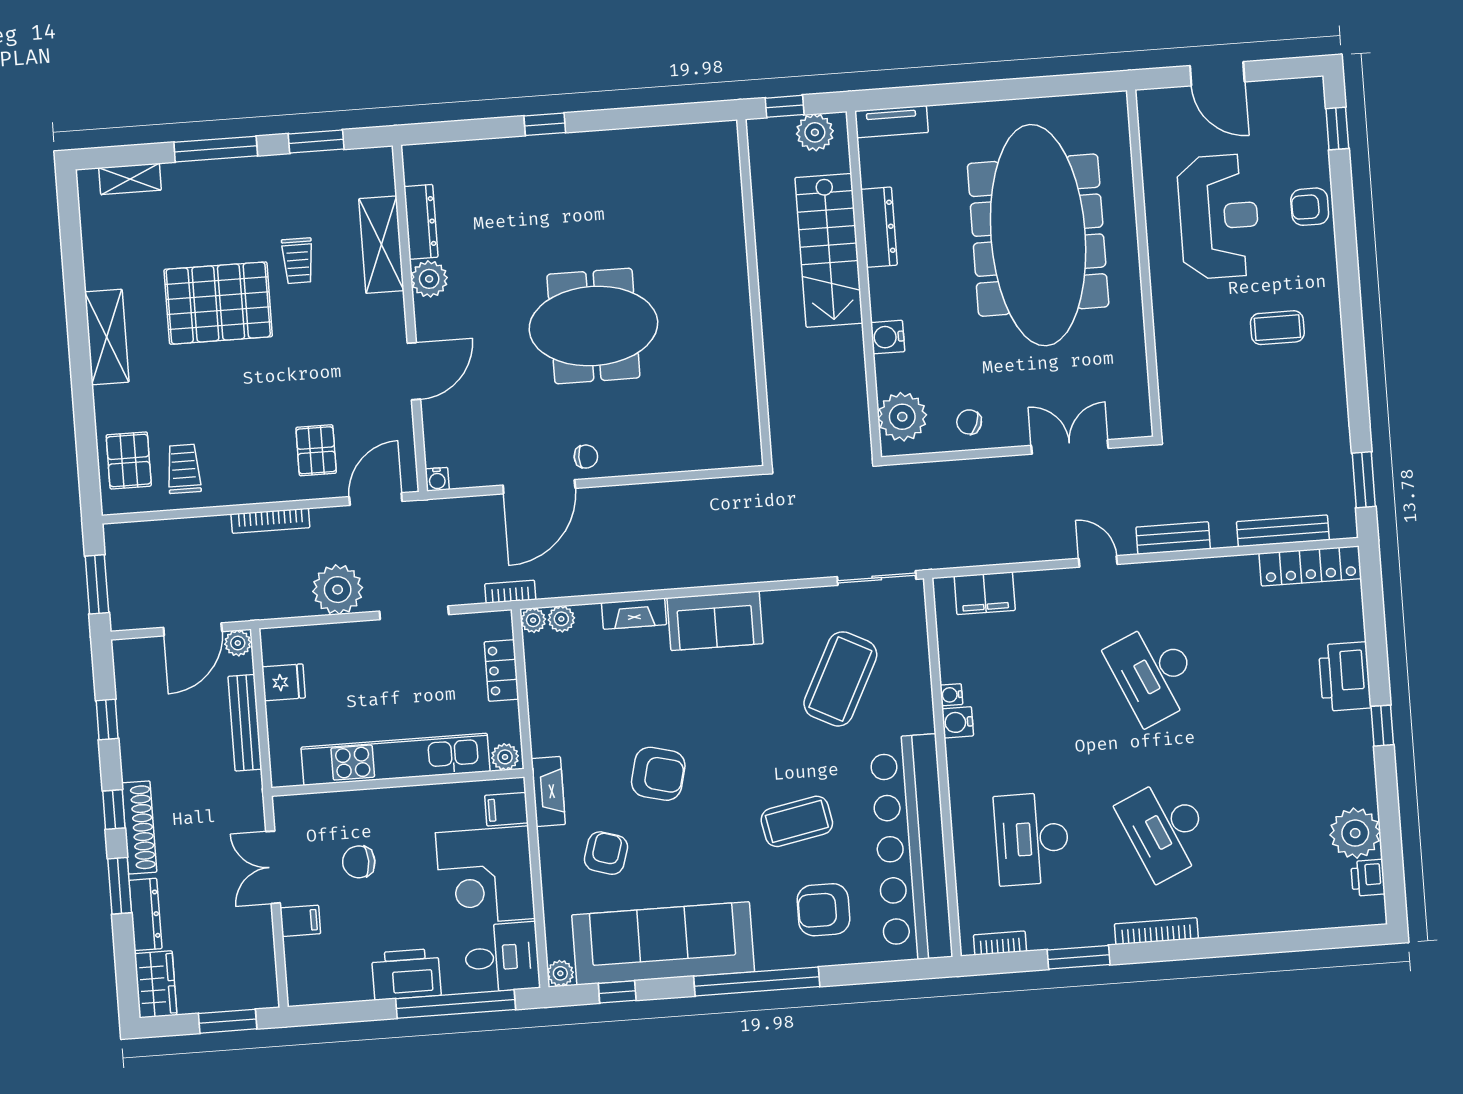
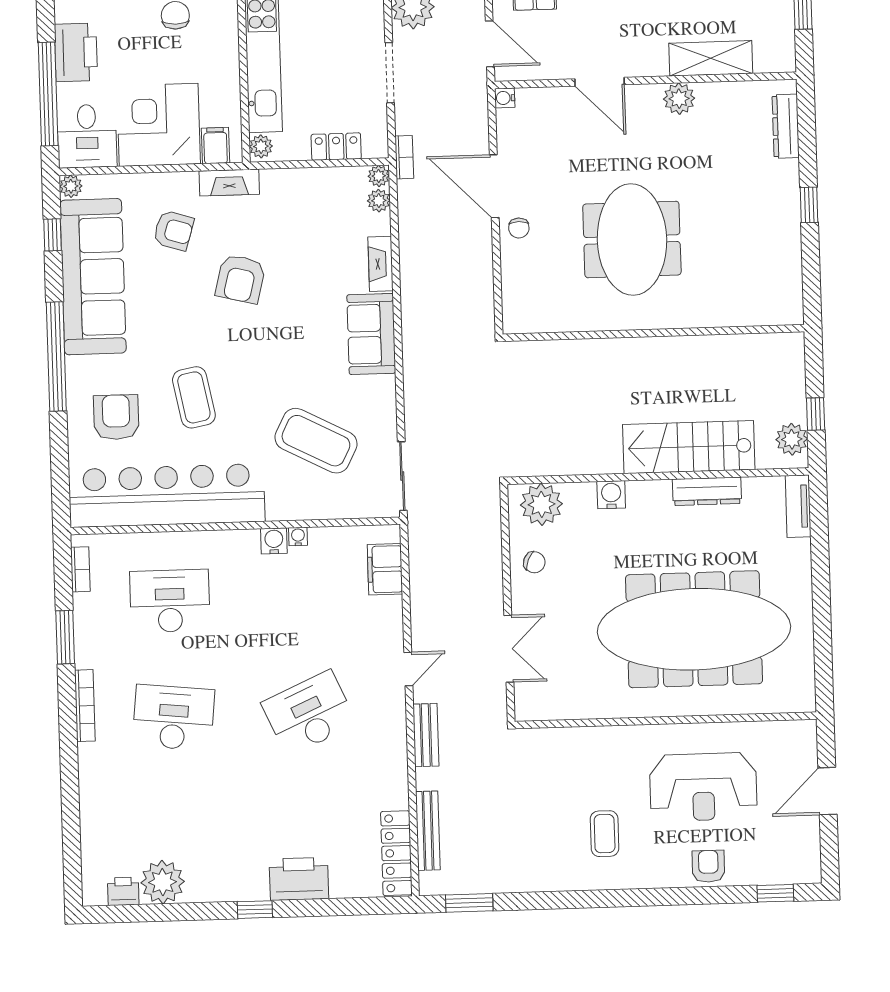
dresser: (421, 222) -> (786, 126), moved, turned 90
wall: (754, 292) -> (653, 333), moved
chair: (969, 422) -> (534, 562), turned 91
desk: (1166, 829) -> (173, 717), turned 30

